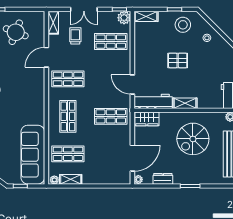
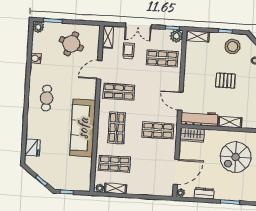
sofa: (33, 155) -> (83, 128), moved

